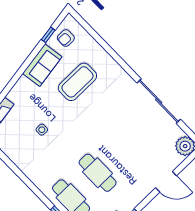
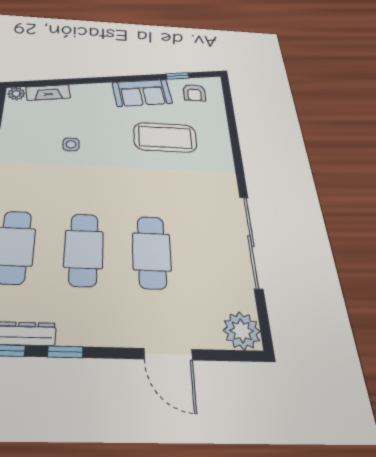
armchair: (66, 38) -> (194, 93), turned -90
cafe table: (124, 147) -> (152, 252), added

